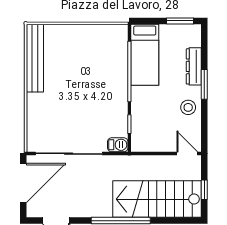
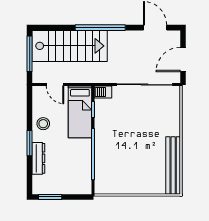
bed: (145, 55) -> (80, 112), moved, turned 180
door: (187, 154) -> (55, 85), moved
door: (23, 183) -> (183, 59), width x0.73
window: (204, 190) -> (30, 54), width x2.17

